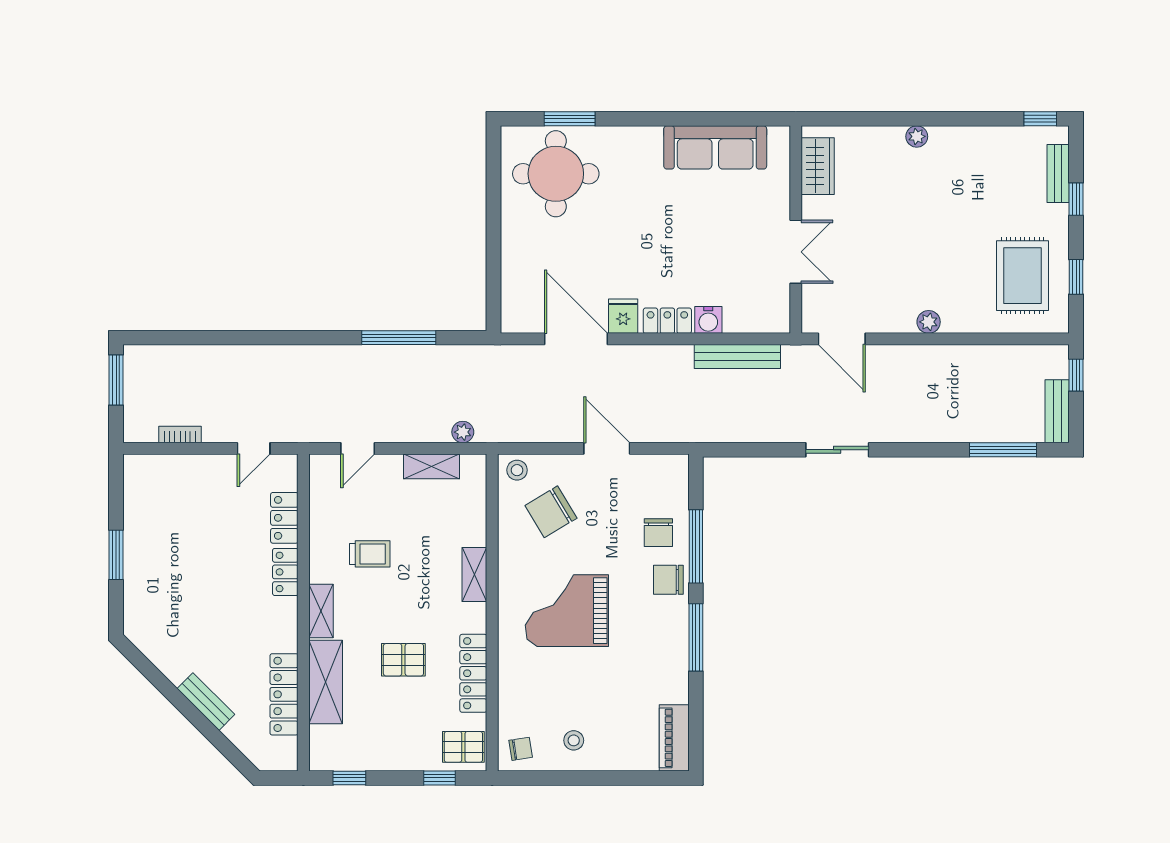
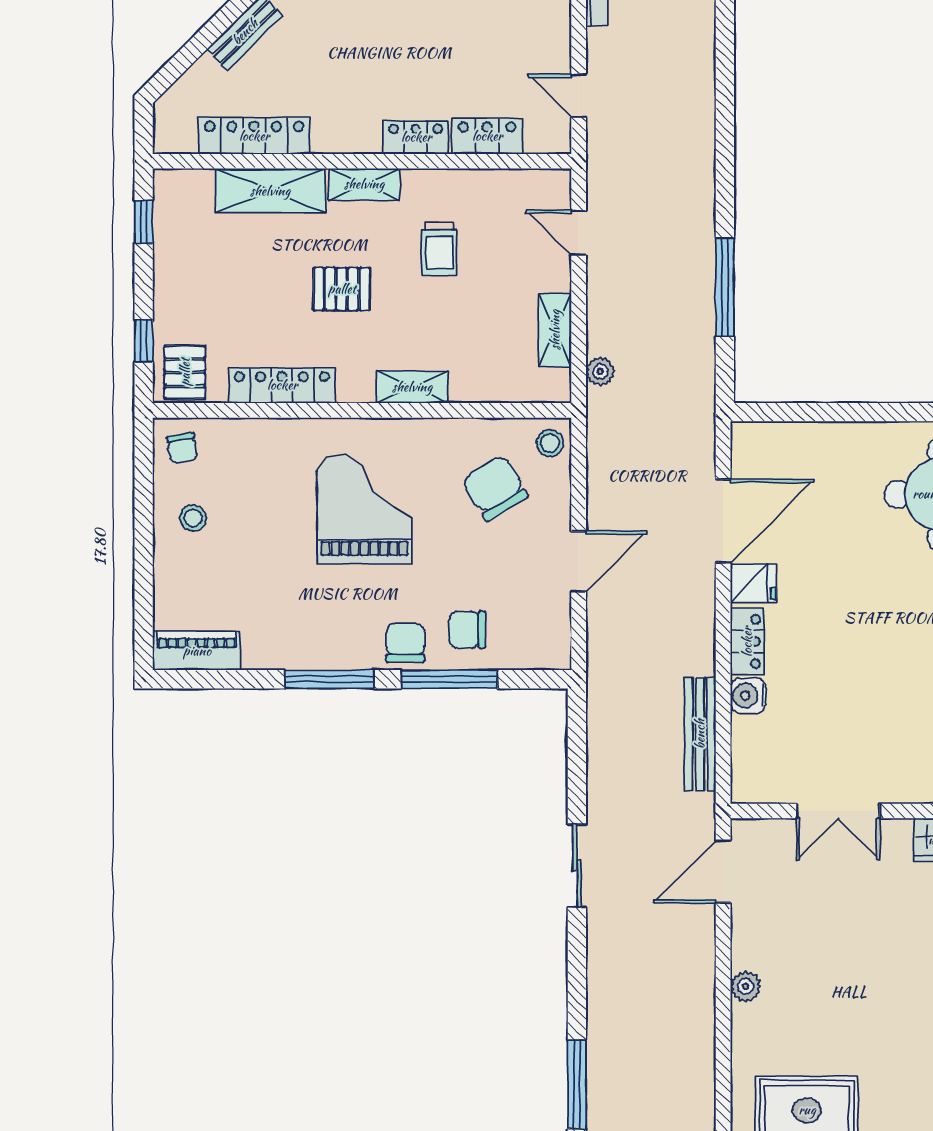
pallet: (403, 660) -> (342, 289), moved, turned 90

